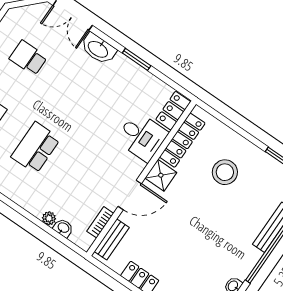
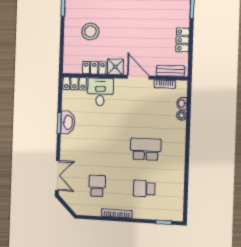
washbasin: (98, 49) -> (68, 122), moved
school desk: (28, 58) -> (97, 186), turned 180
locker: (182, 140) -> (94, 68), width x0.66
school desk: (36, 148) -> (146, 149), turned 180

